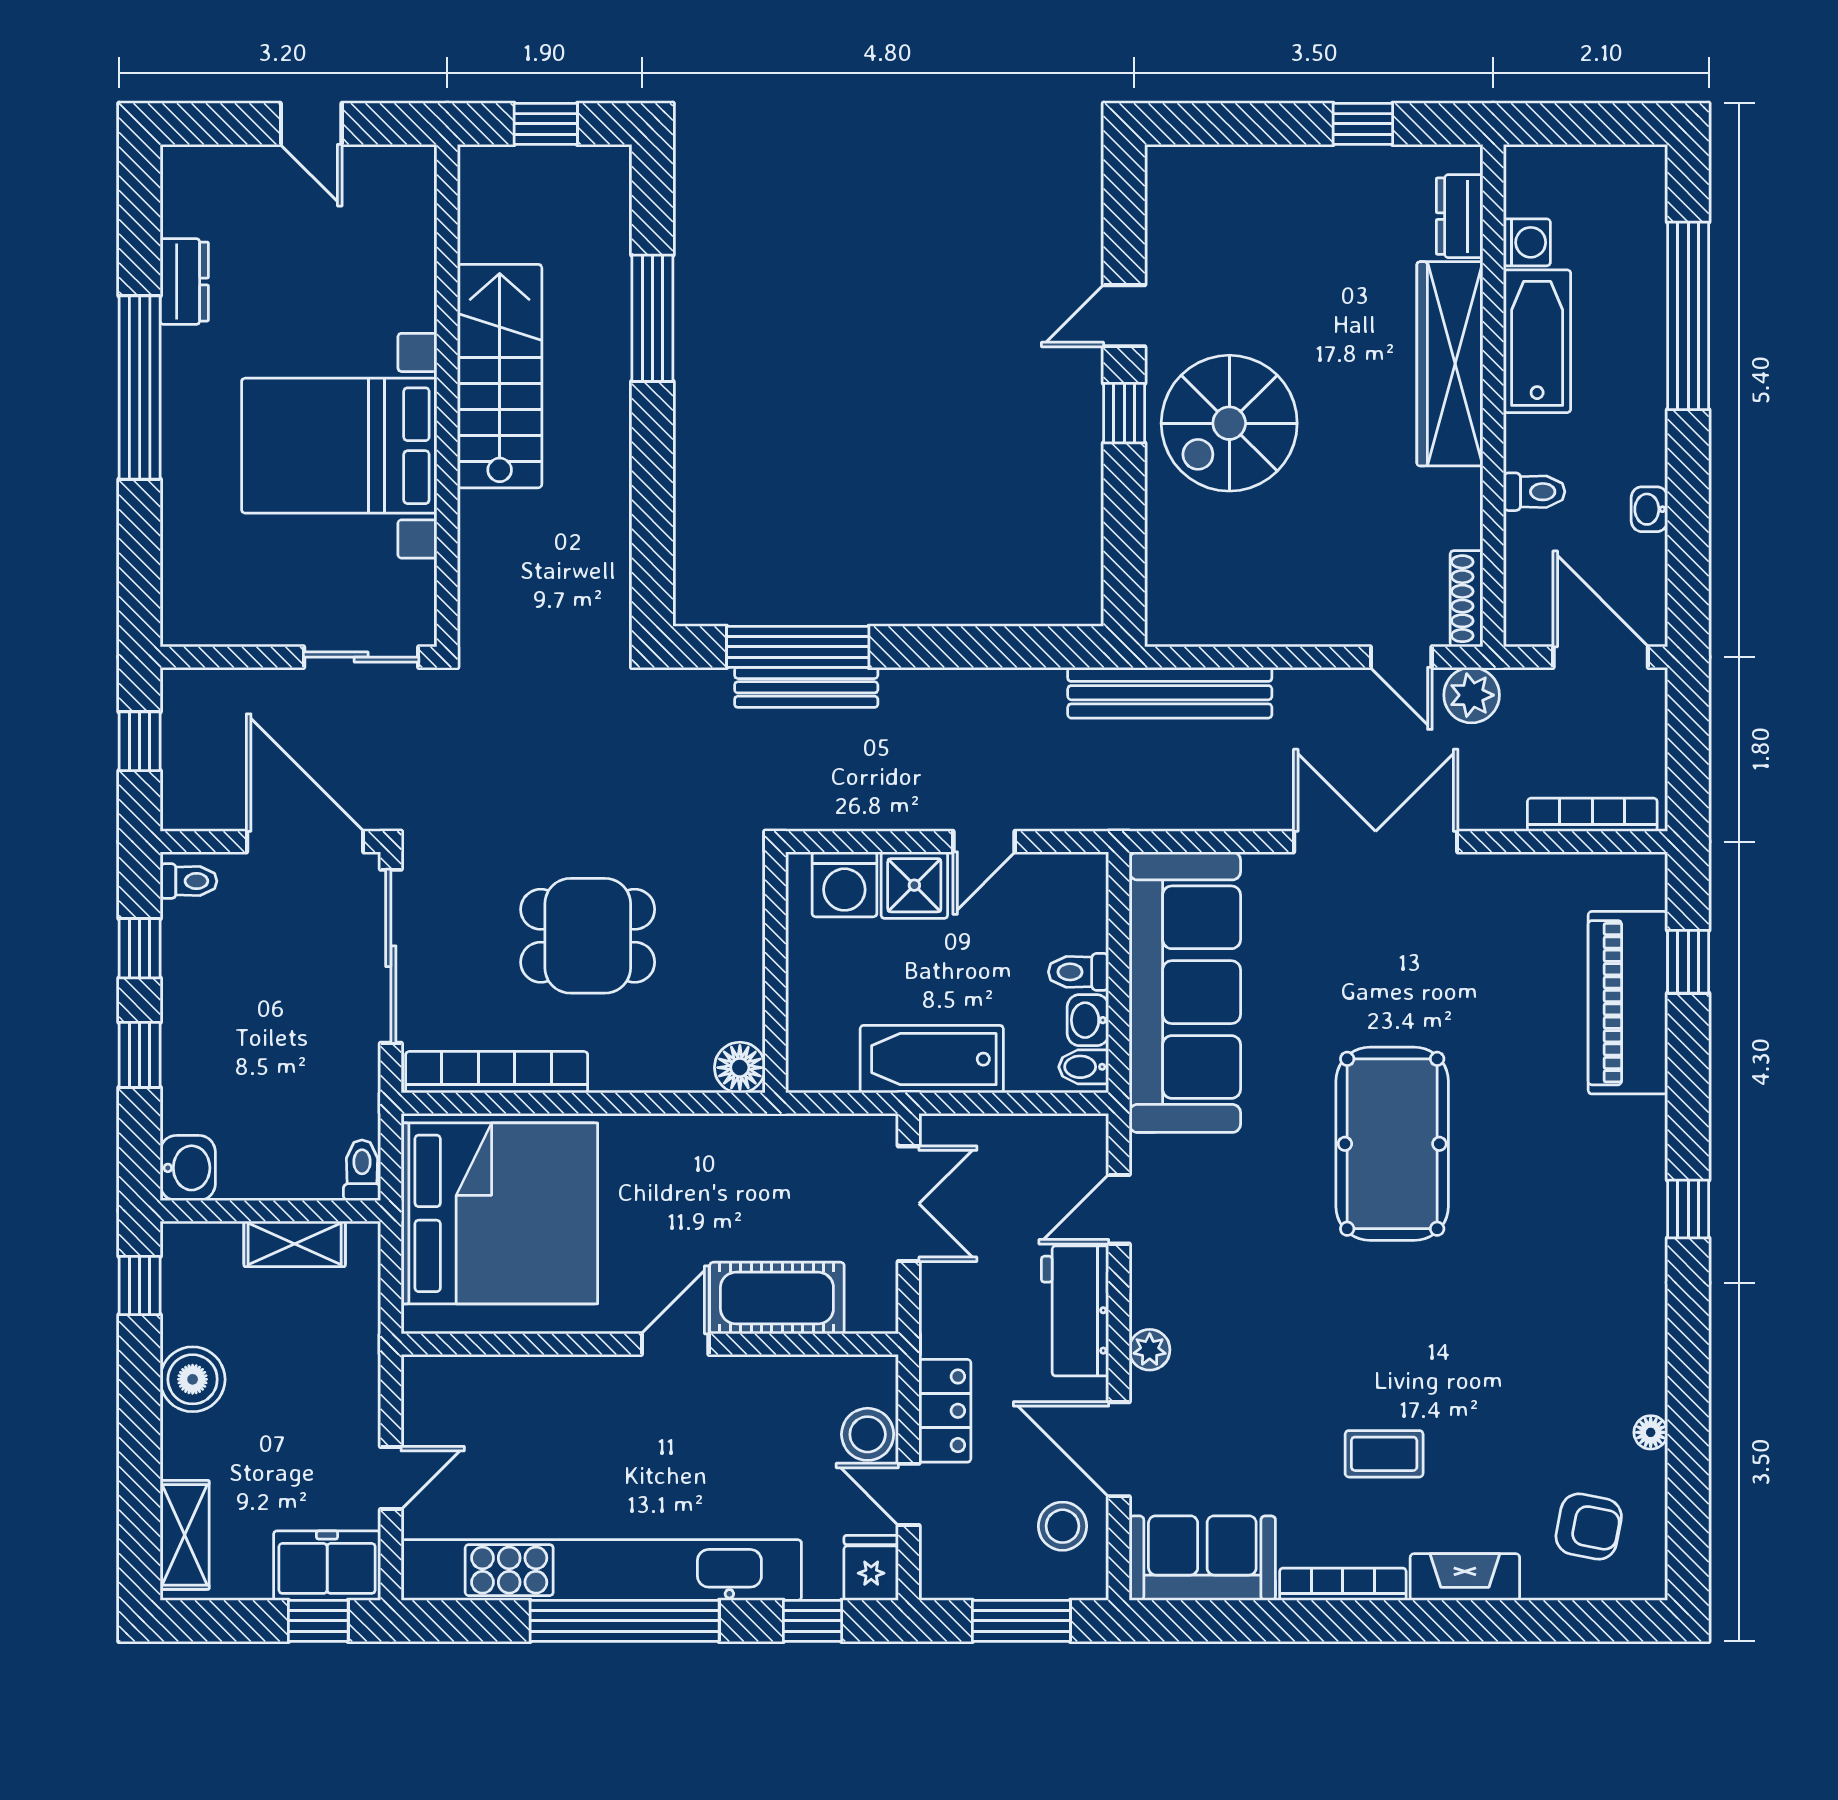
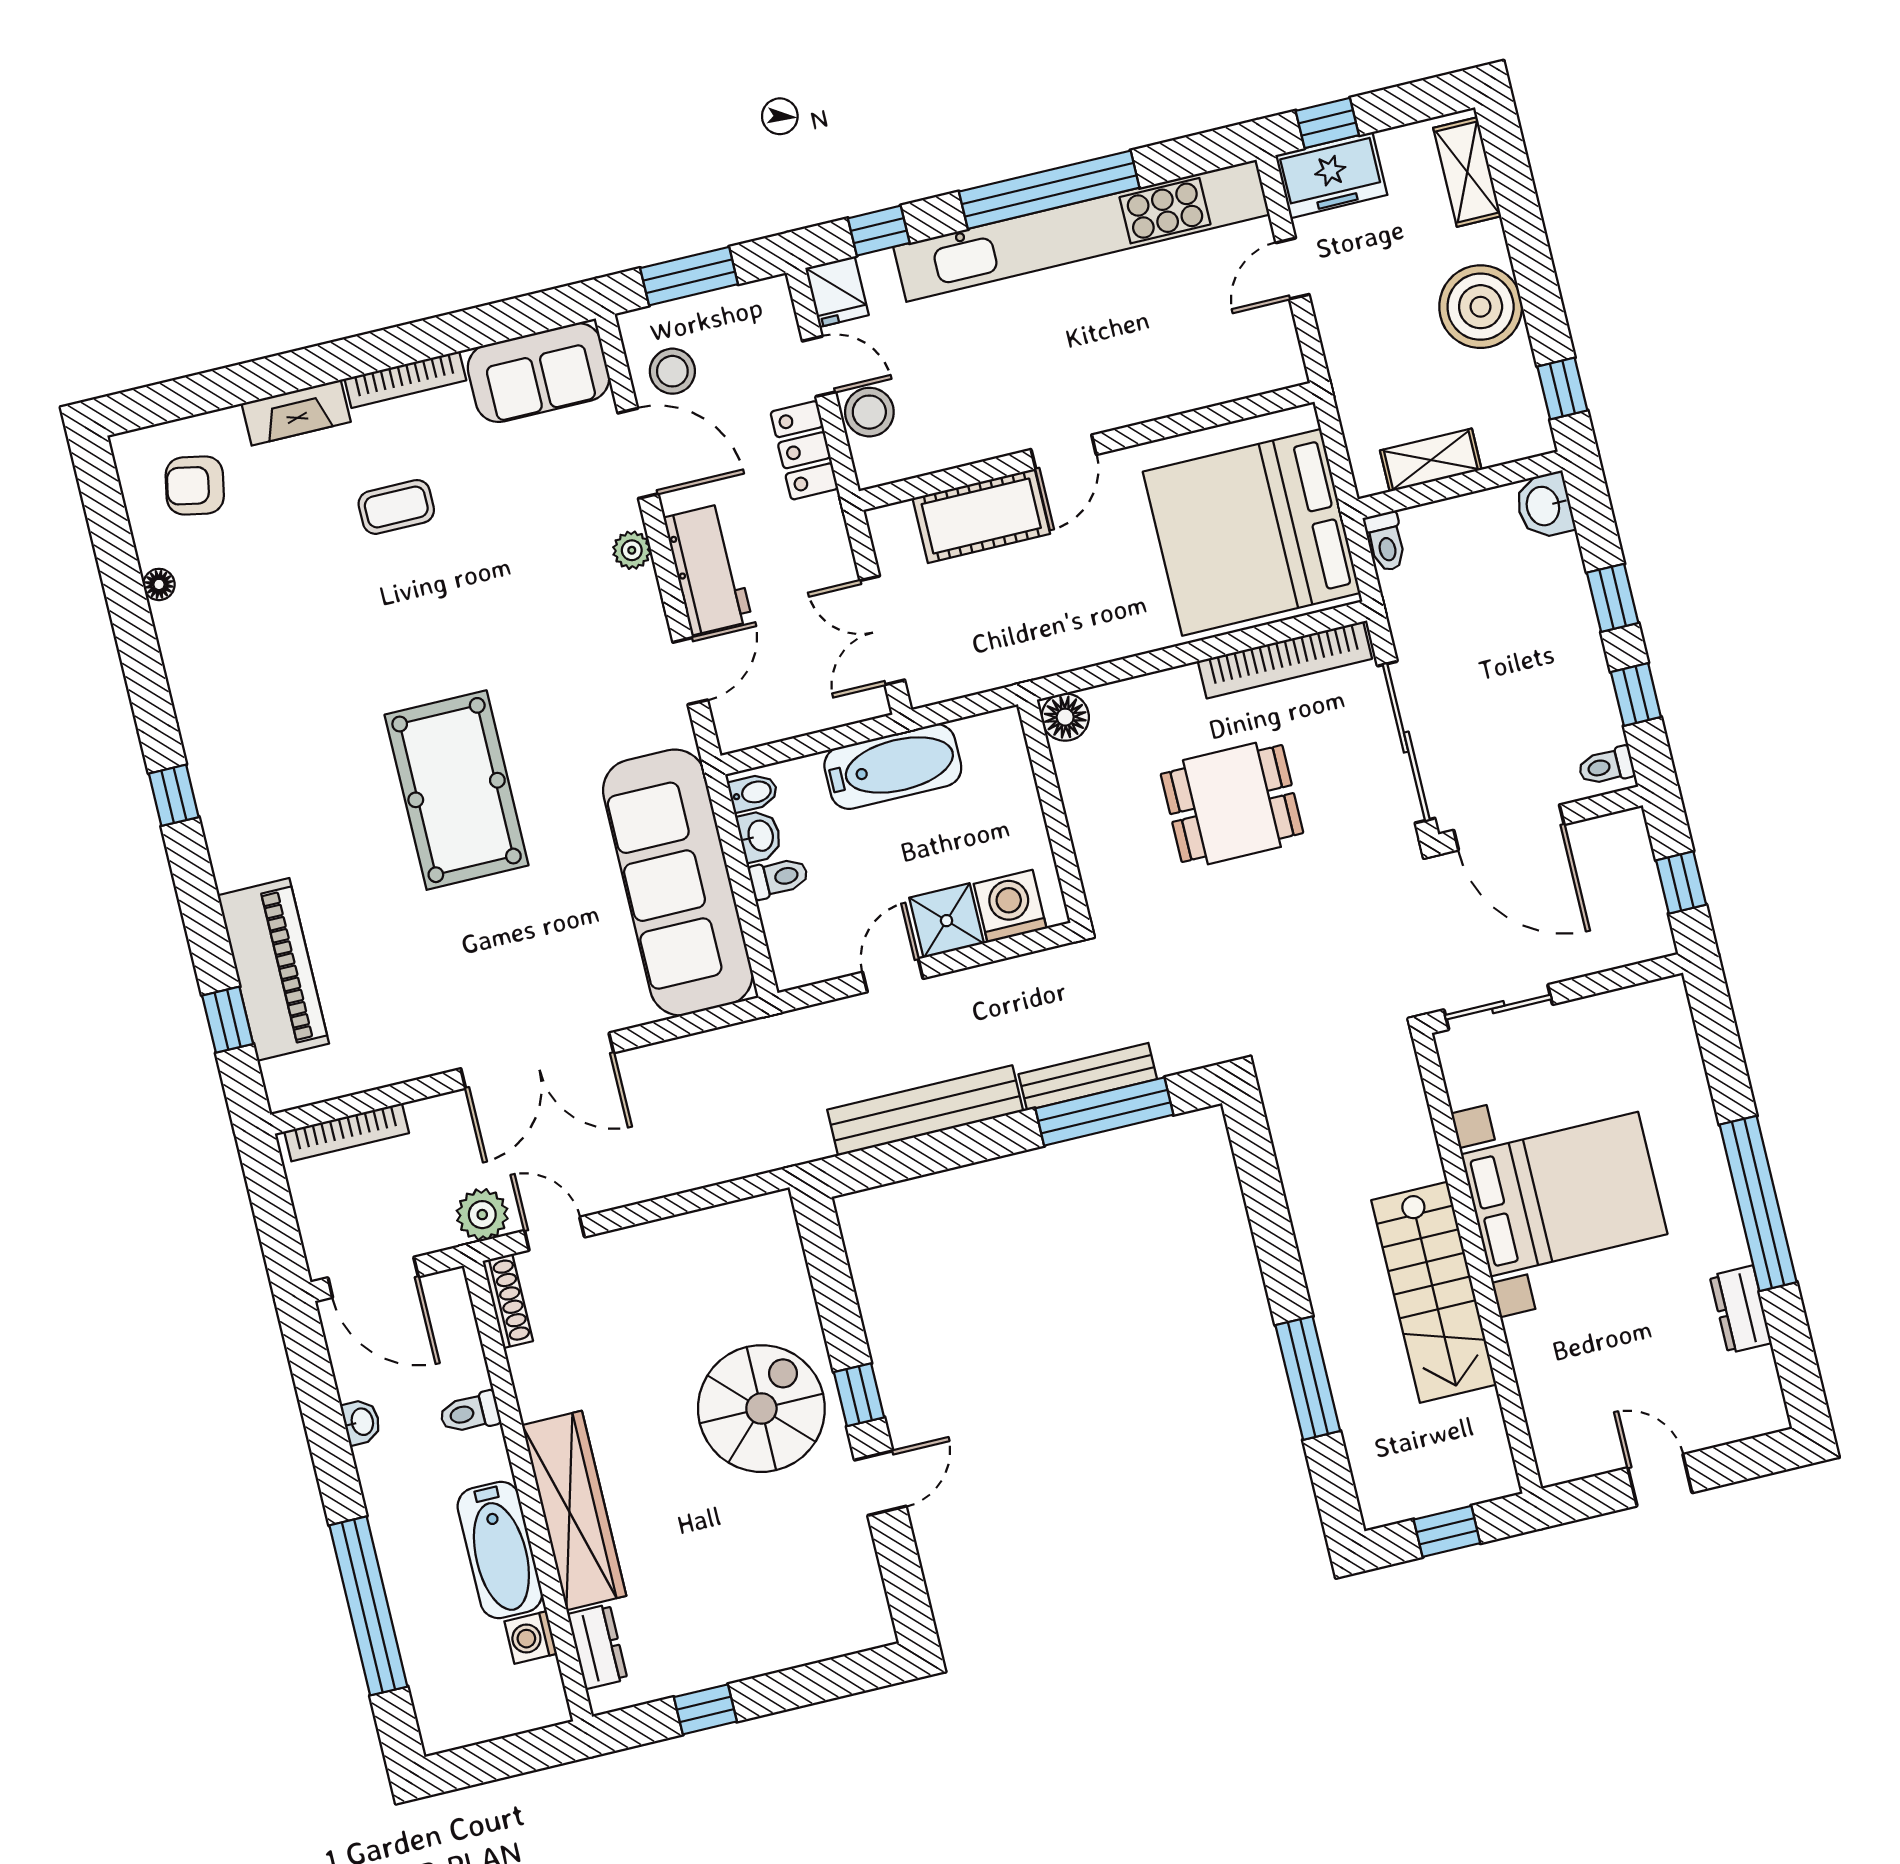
bench: (1170, 693) -> (925, 1111), moved
boiler: (193, 1379) -> (1481, 307), width x1.37, depth x1.37

